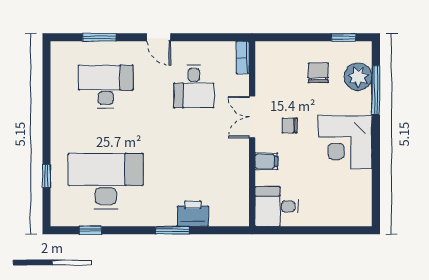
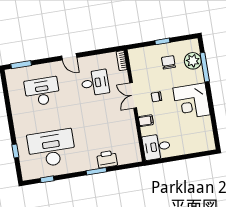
window: (99, 37) -> (21, 65), moved
window: (344, 37) -> (162, 41), moved
desk: (194, 87) -> (95, 83), turned -90

